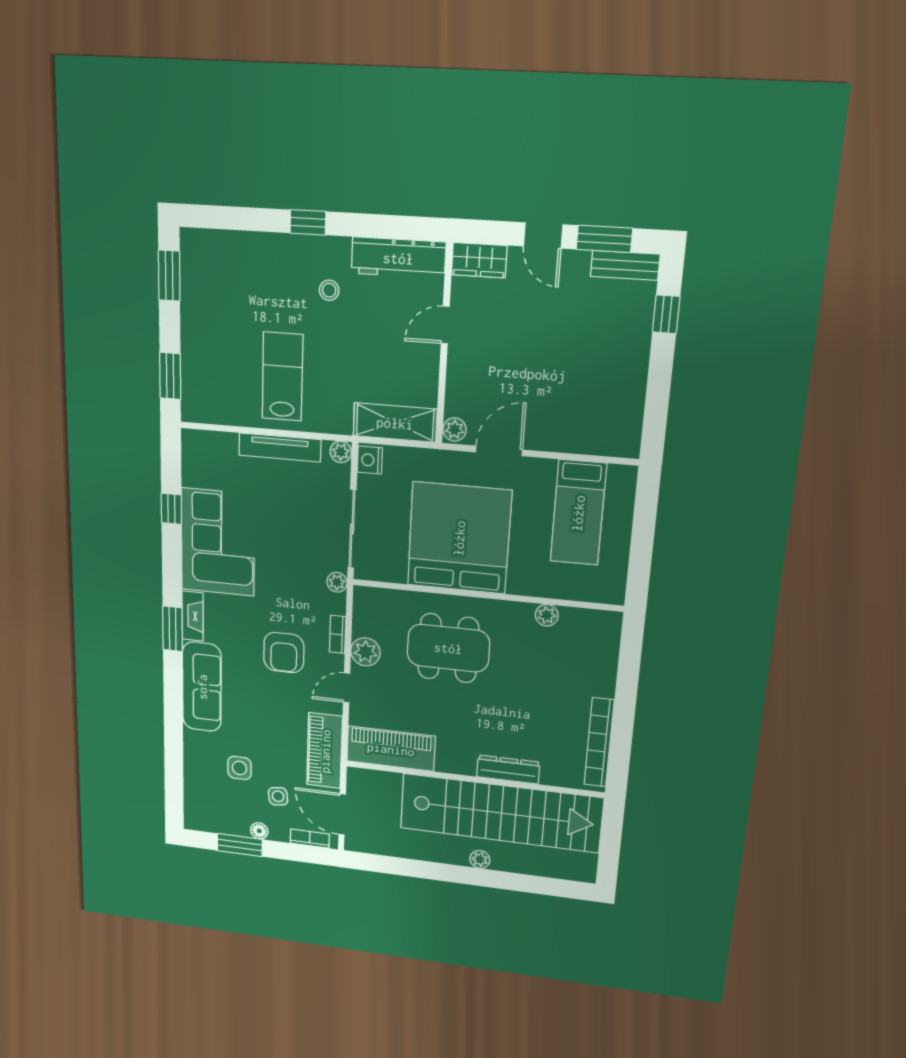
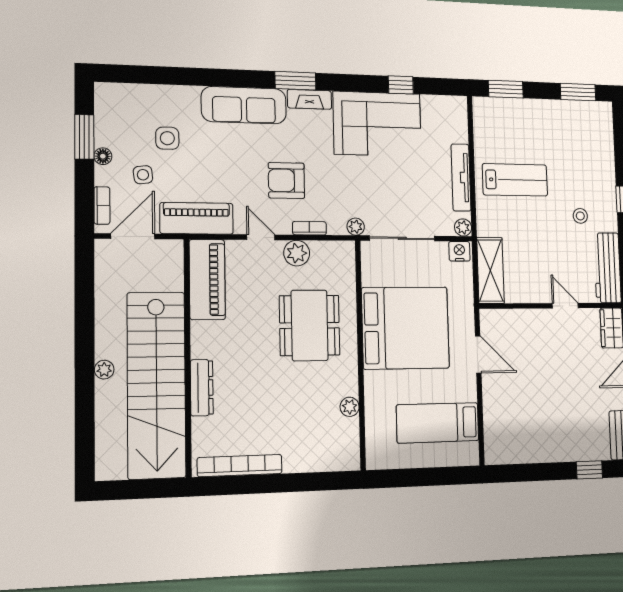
plant: (455, 429) -> (490, 318), removed

